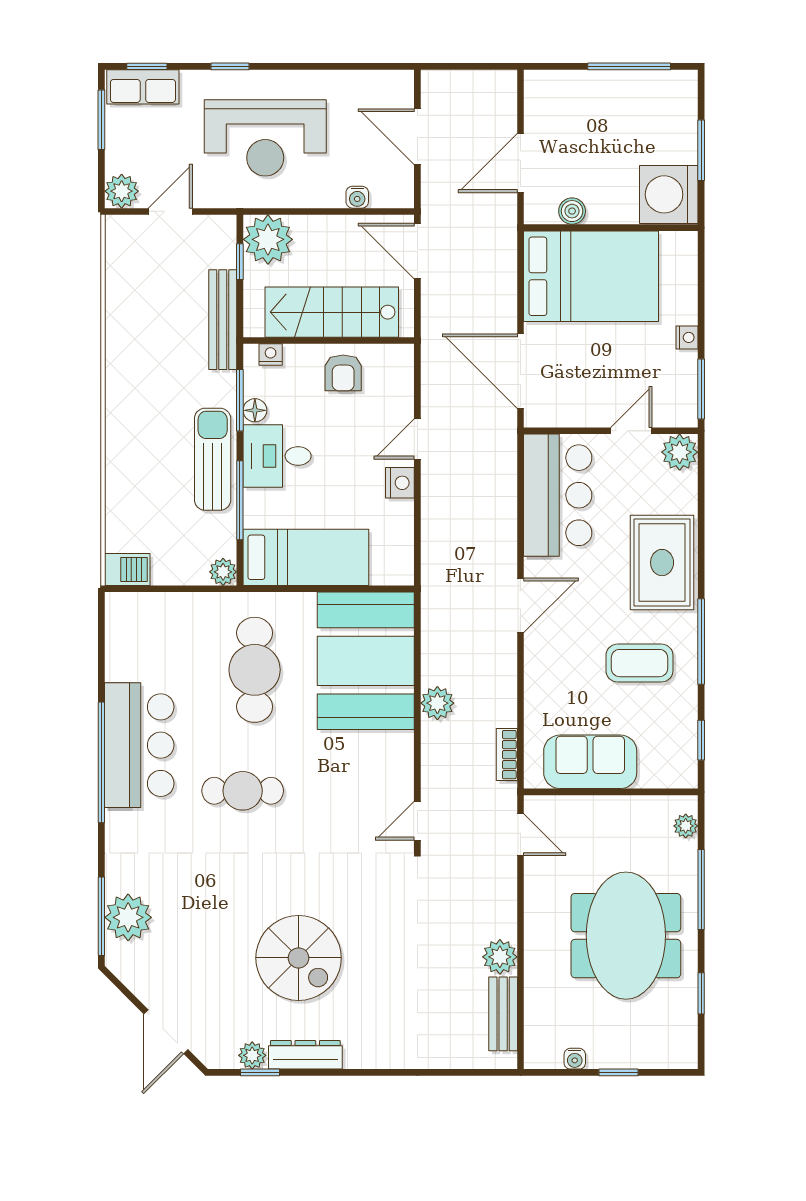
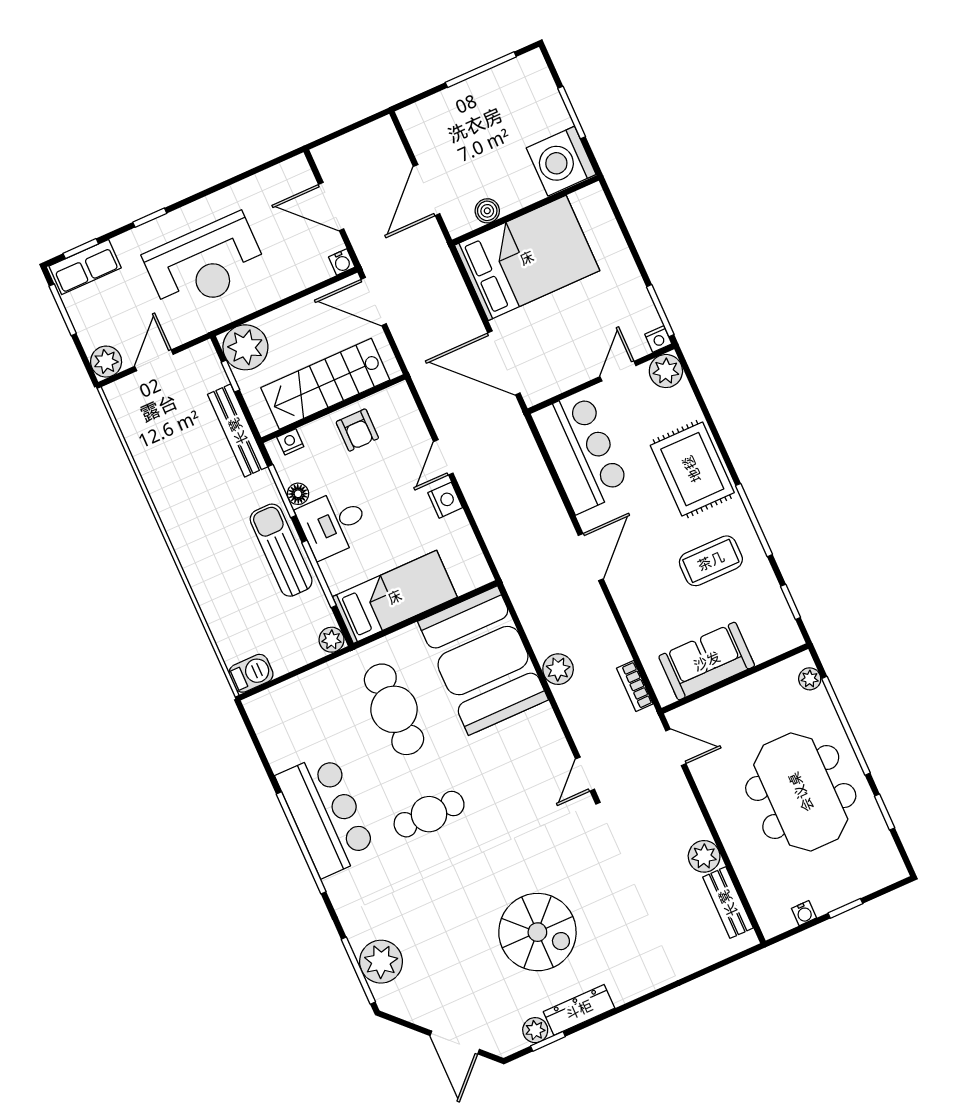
water cooler: (357, 197) -> (342, 262), moved
nightstand: (687, 337) -> (658, 339), moved, turned 90
window: (701, 889) -> (846, 726), width x1.46

